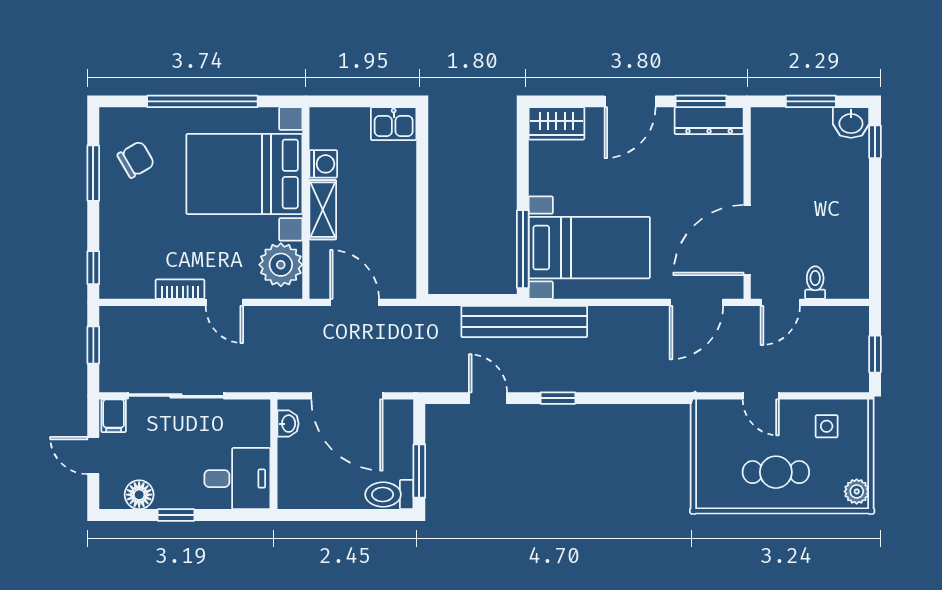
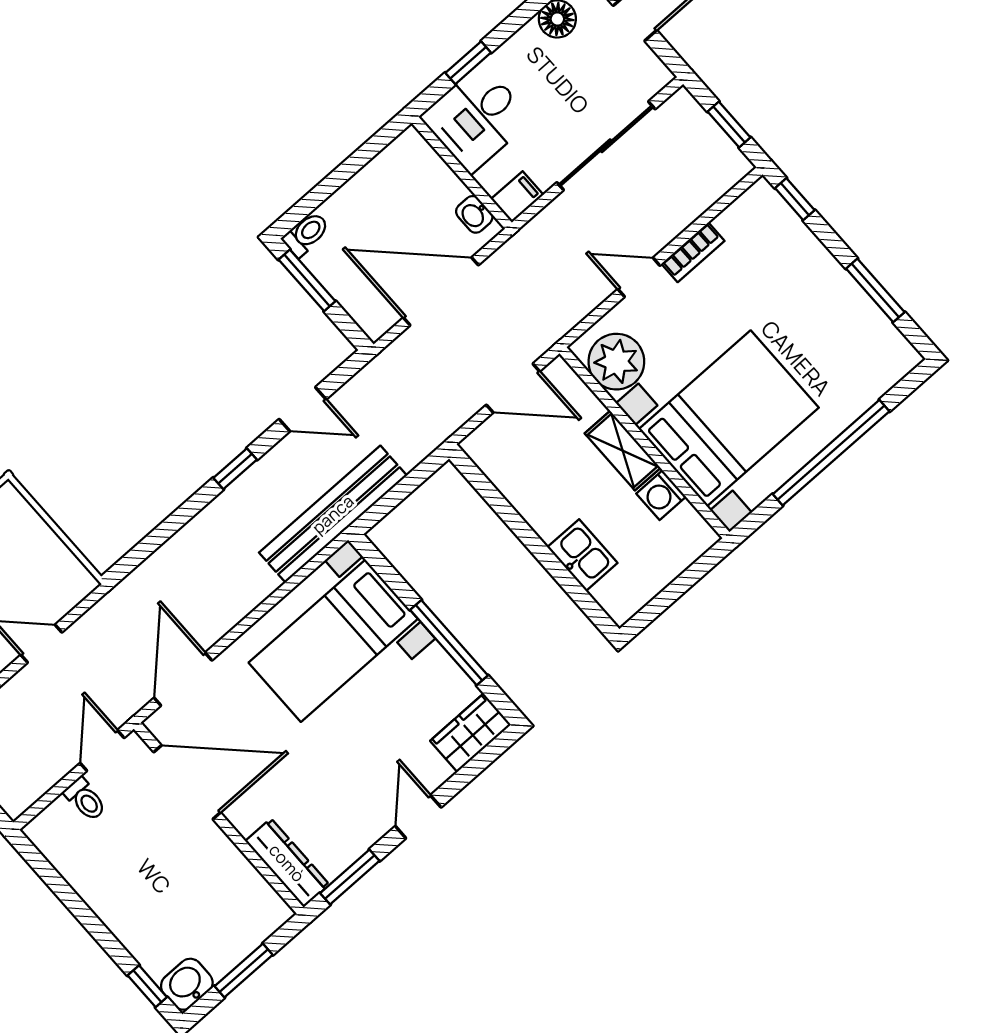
door: (630, 101) -> (418, 817), width x0.73
dresser: (709, 121) -> (287, 863), moved, turned 90
kitchen sink: (394, 124) -> (582, 555), moved, turned 90
chair: (136, 160) -> (846, 340), removed
door: (747, 240) -> (187, 782), hinge flipped
window: (523, 249) -> (449, 643), moved
filing cabinet: (114, 416) -> (517, 197), moved, turned 90
toilet: (389, 494) -> (306, 234), width x0.73, depth x0.72
window: (176, 515) -> (468, 63), moved

